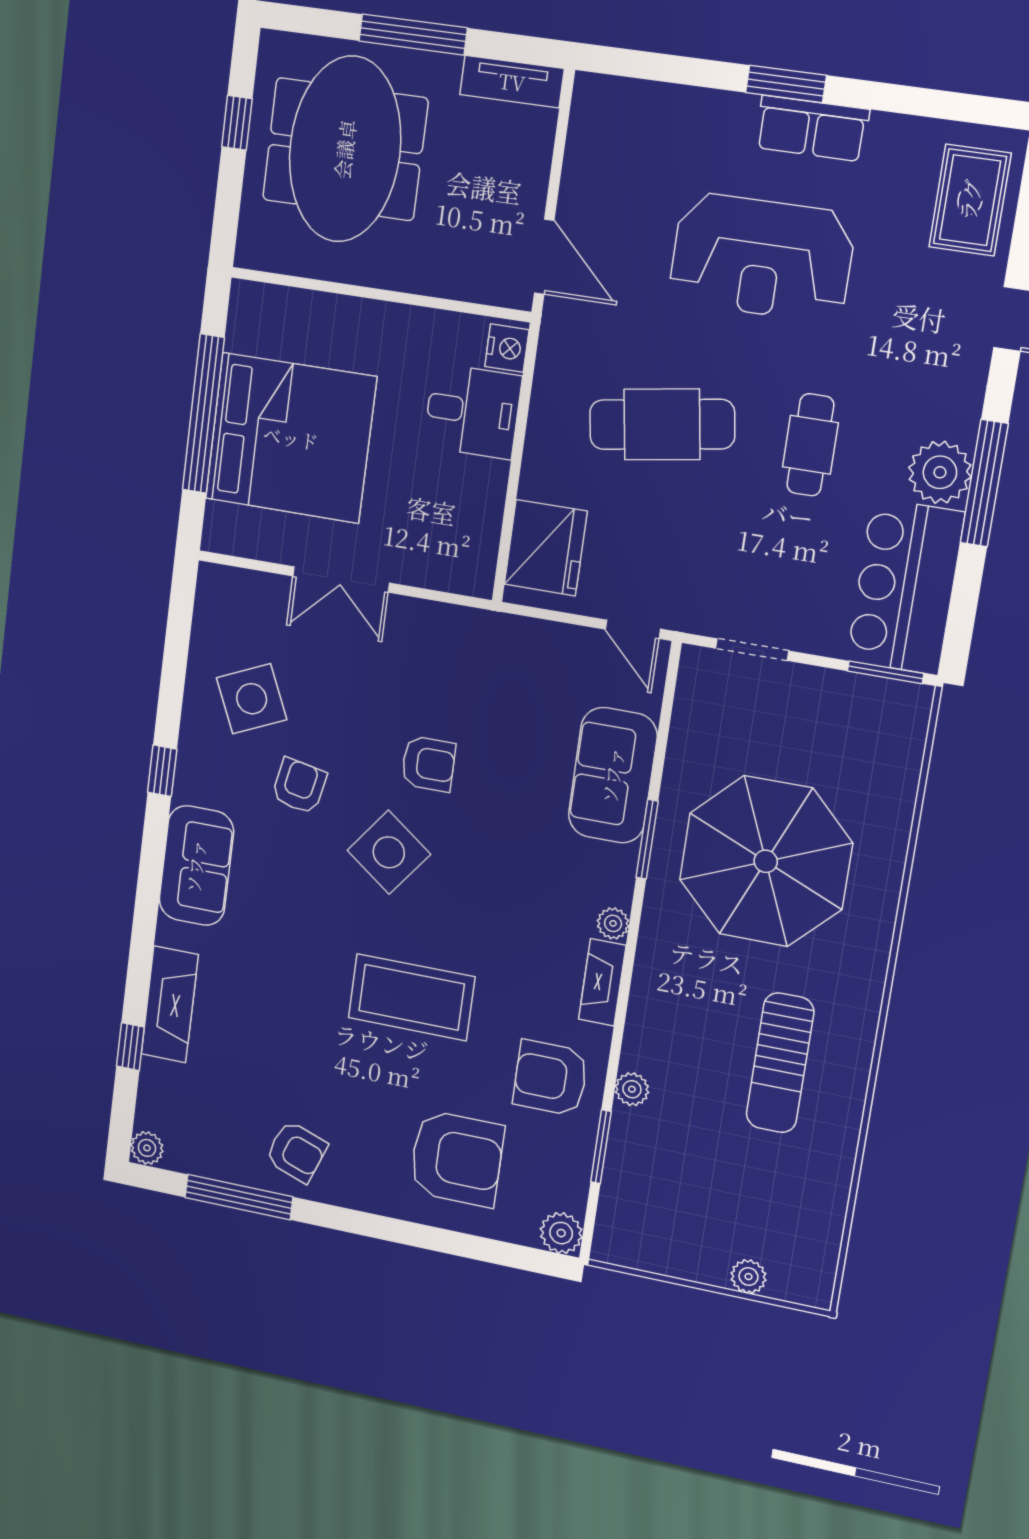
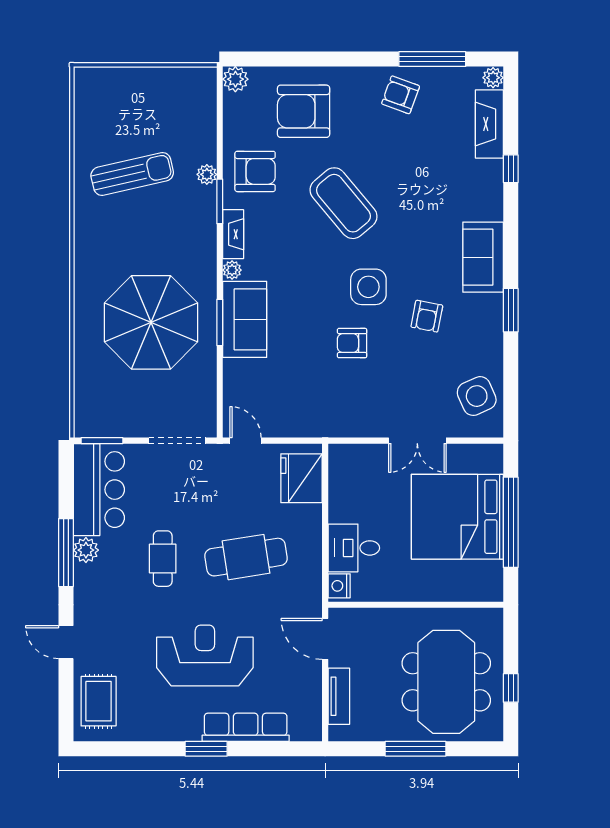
tv unit: (512, 82) -> (339, 696), moved, turned 90
row of seats: (812, 128) -> (246, 727), moved, width x1.48
plant: (940, 472) -> (86, 550), width x0.73, depth x0.73
double door: (341, 580) -> (417, 441), swing flipped
doorway: (752, 650) -> (177, 441), width x1.38
side table: (252, 699) -> (477, 396), moved
window: (162, 771) -> (511, 310), width x1.50
sofa: (613, 775) -> (245, 319), moved
side table: (389, 852) -> (368, 287), turned -37
coffee table: (411, 997) -> (343, 203), turned 50
fireplace: (170, 1004) -> (489, 124), moved
window: (130, 1047) -> (511, 169), moved
sun lounger: (780, 1063) -> (132, 174), moved, turned 77
window: (601, 1147) -> (220, 201), moved
plant: (748, 1277) -> (123, 77), removed

